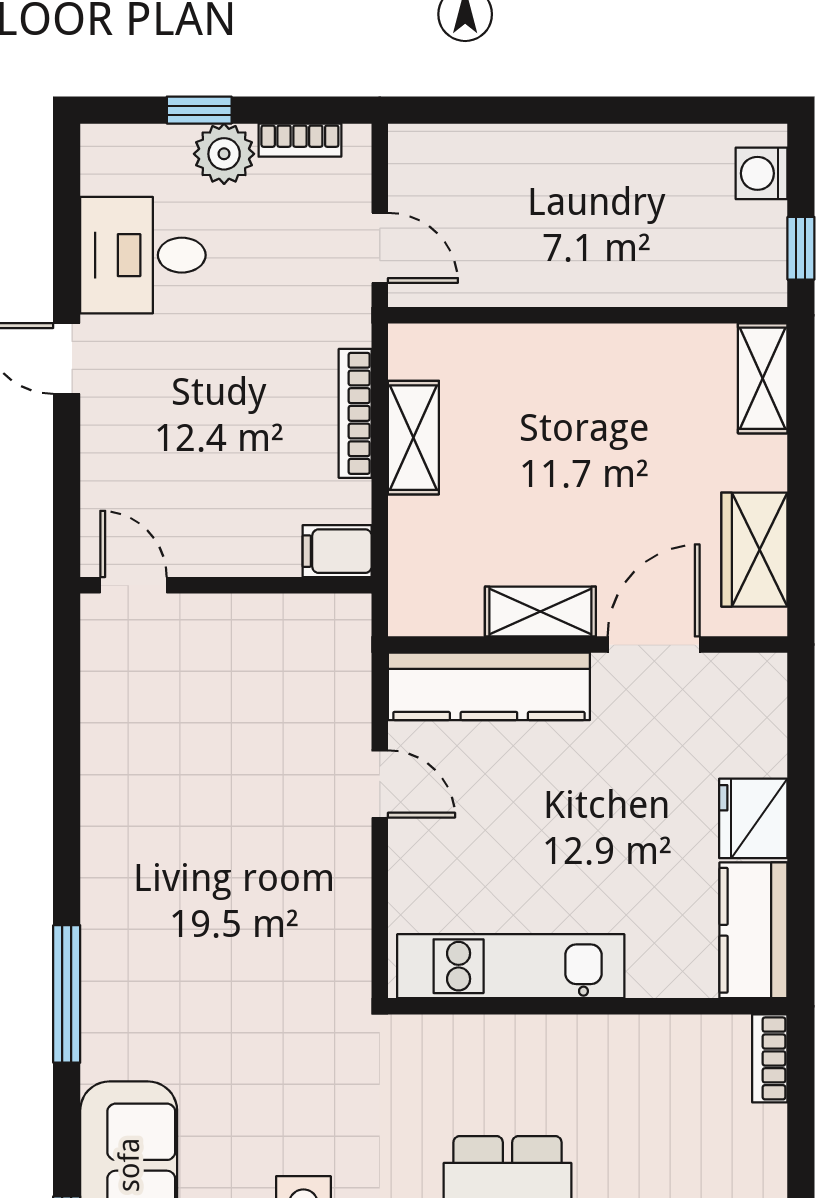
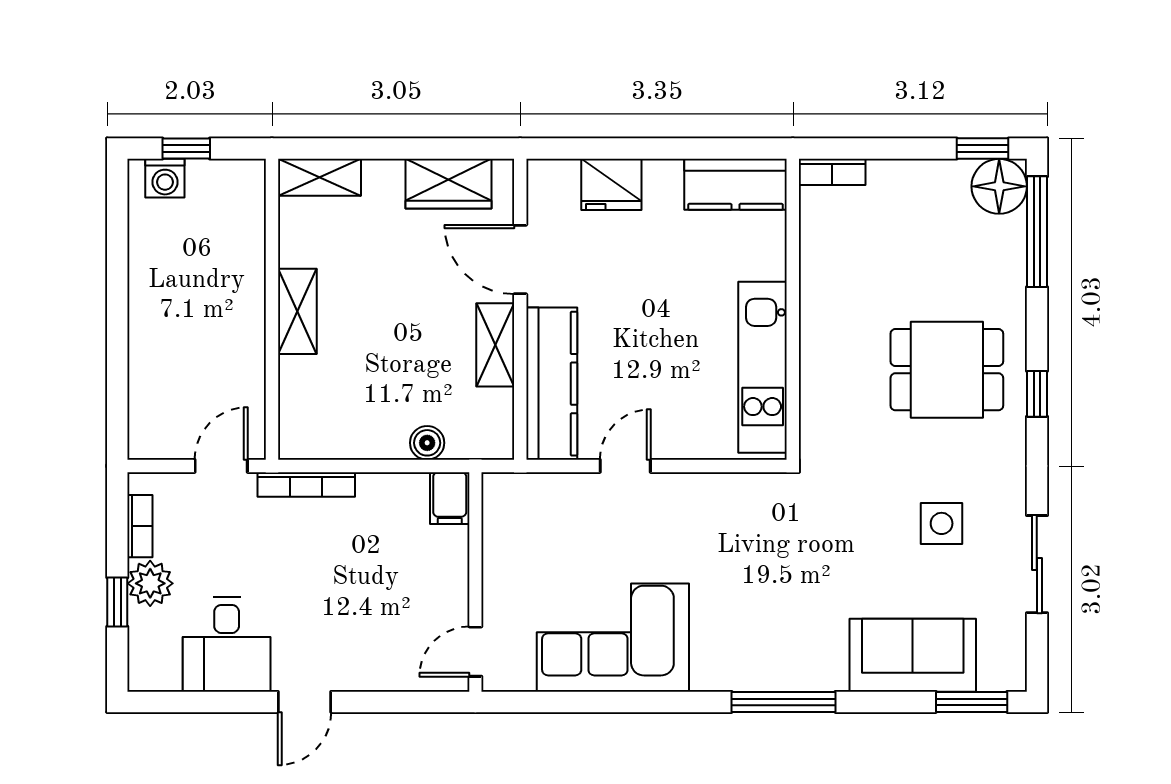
window: (801, 248) -> (186, 148), moved
bookcase: (355, 413) -> (306, 484), moved
shelving: (413, 438) -> (297, 311), moved, turned 90
boiler: (410, 521) -> (427, 443), added
corner sofa: (152, 768) -> (613, 638), added
fridge: (753, 818) -> (611, 184), moved

